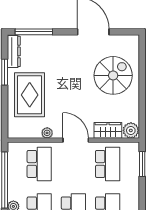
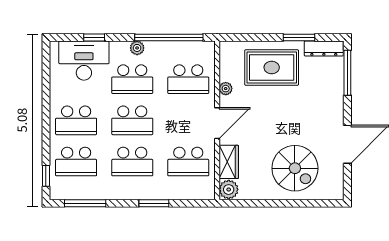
window: (142, 164) -> (154, 203), moved

